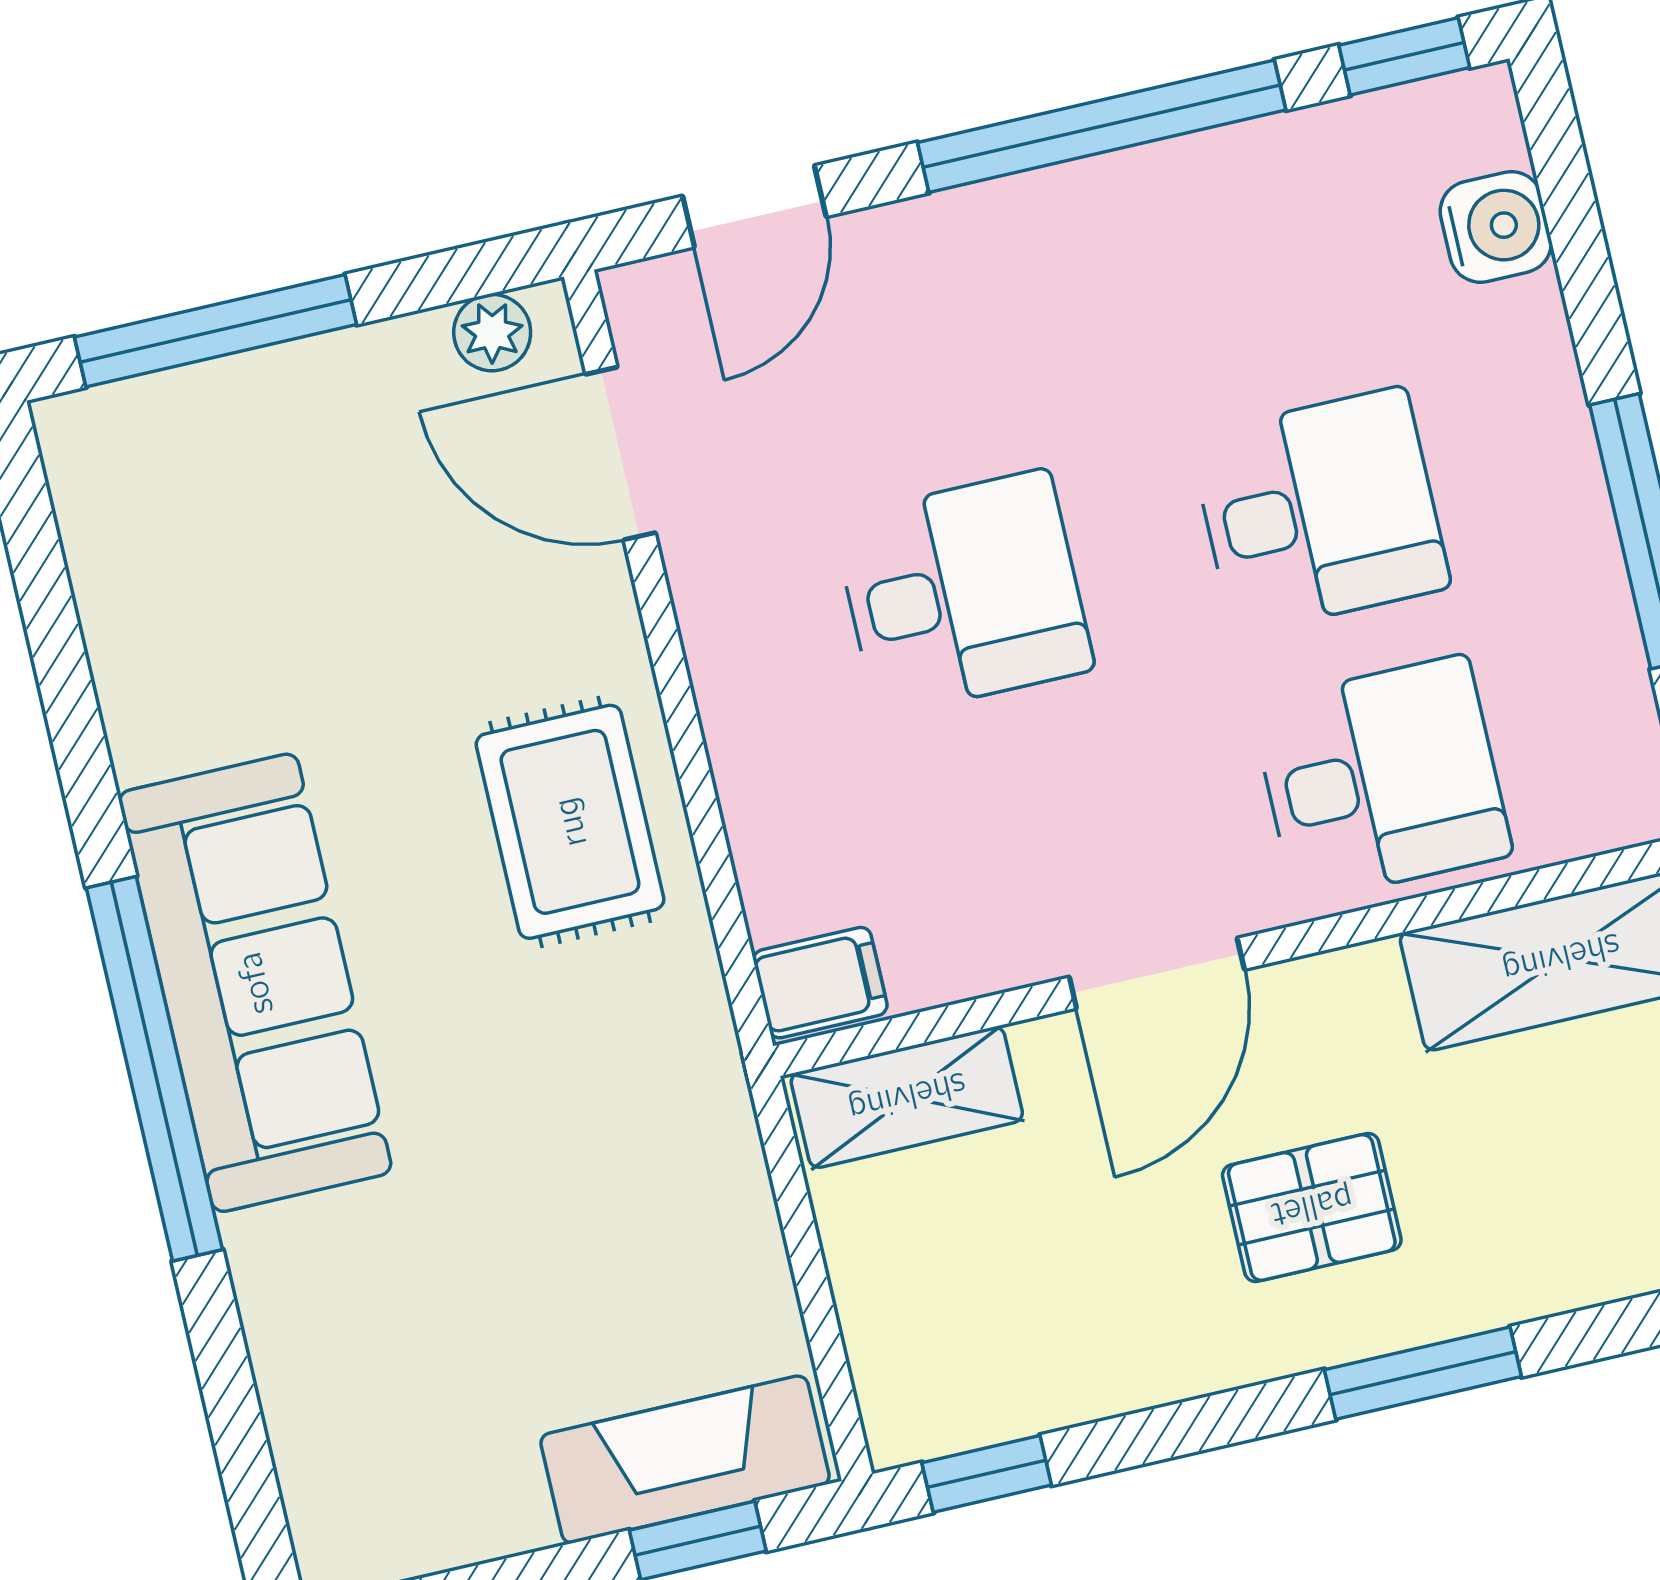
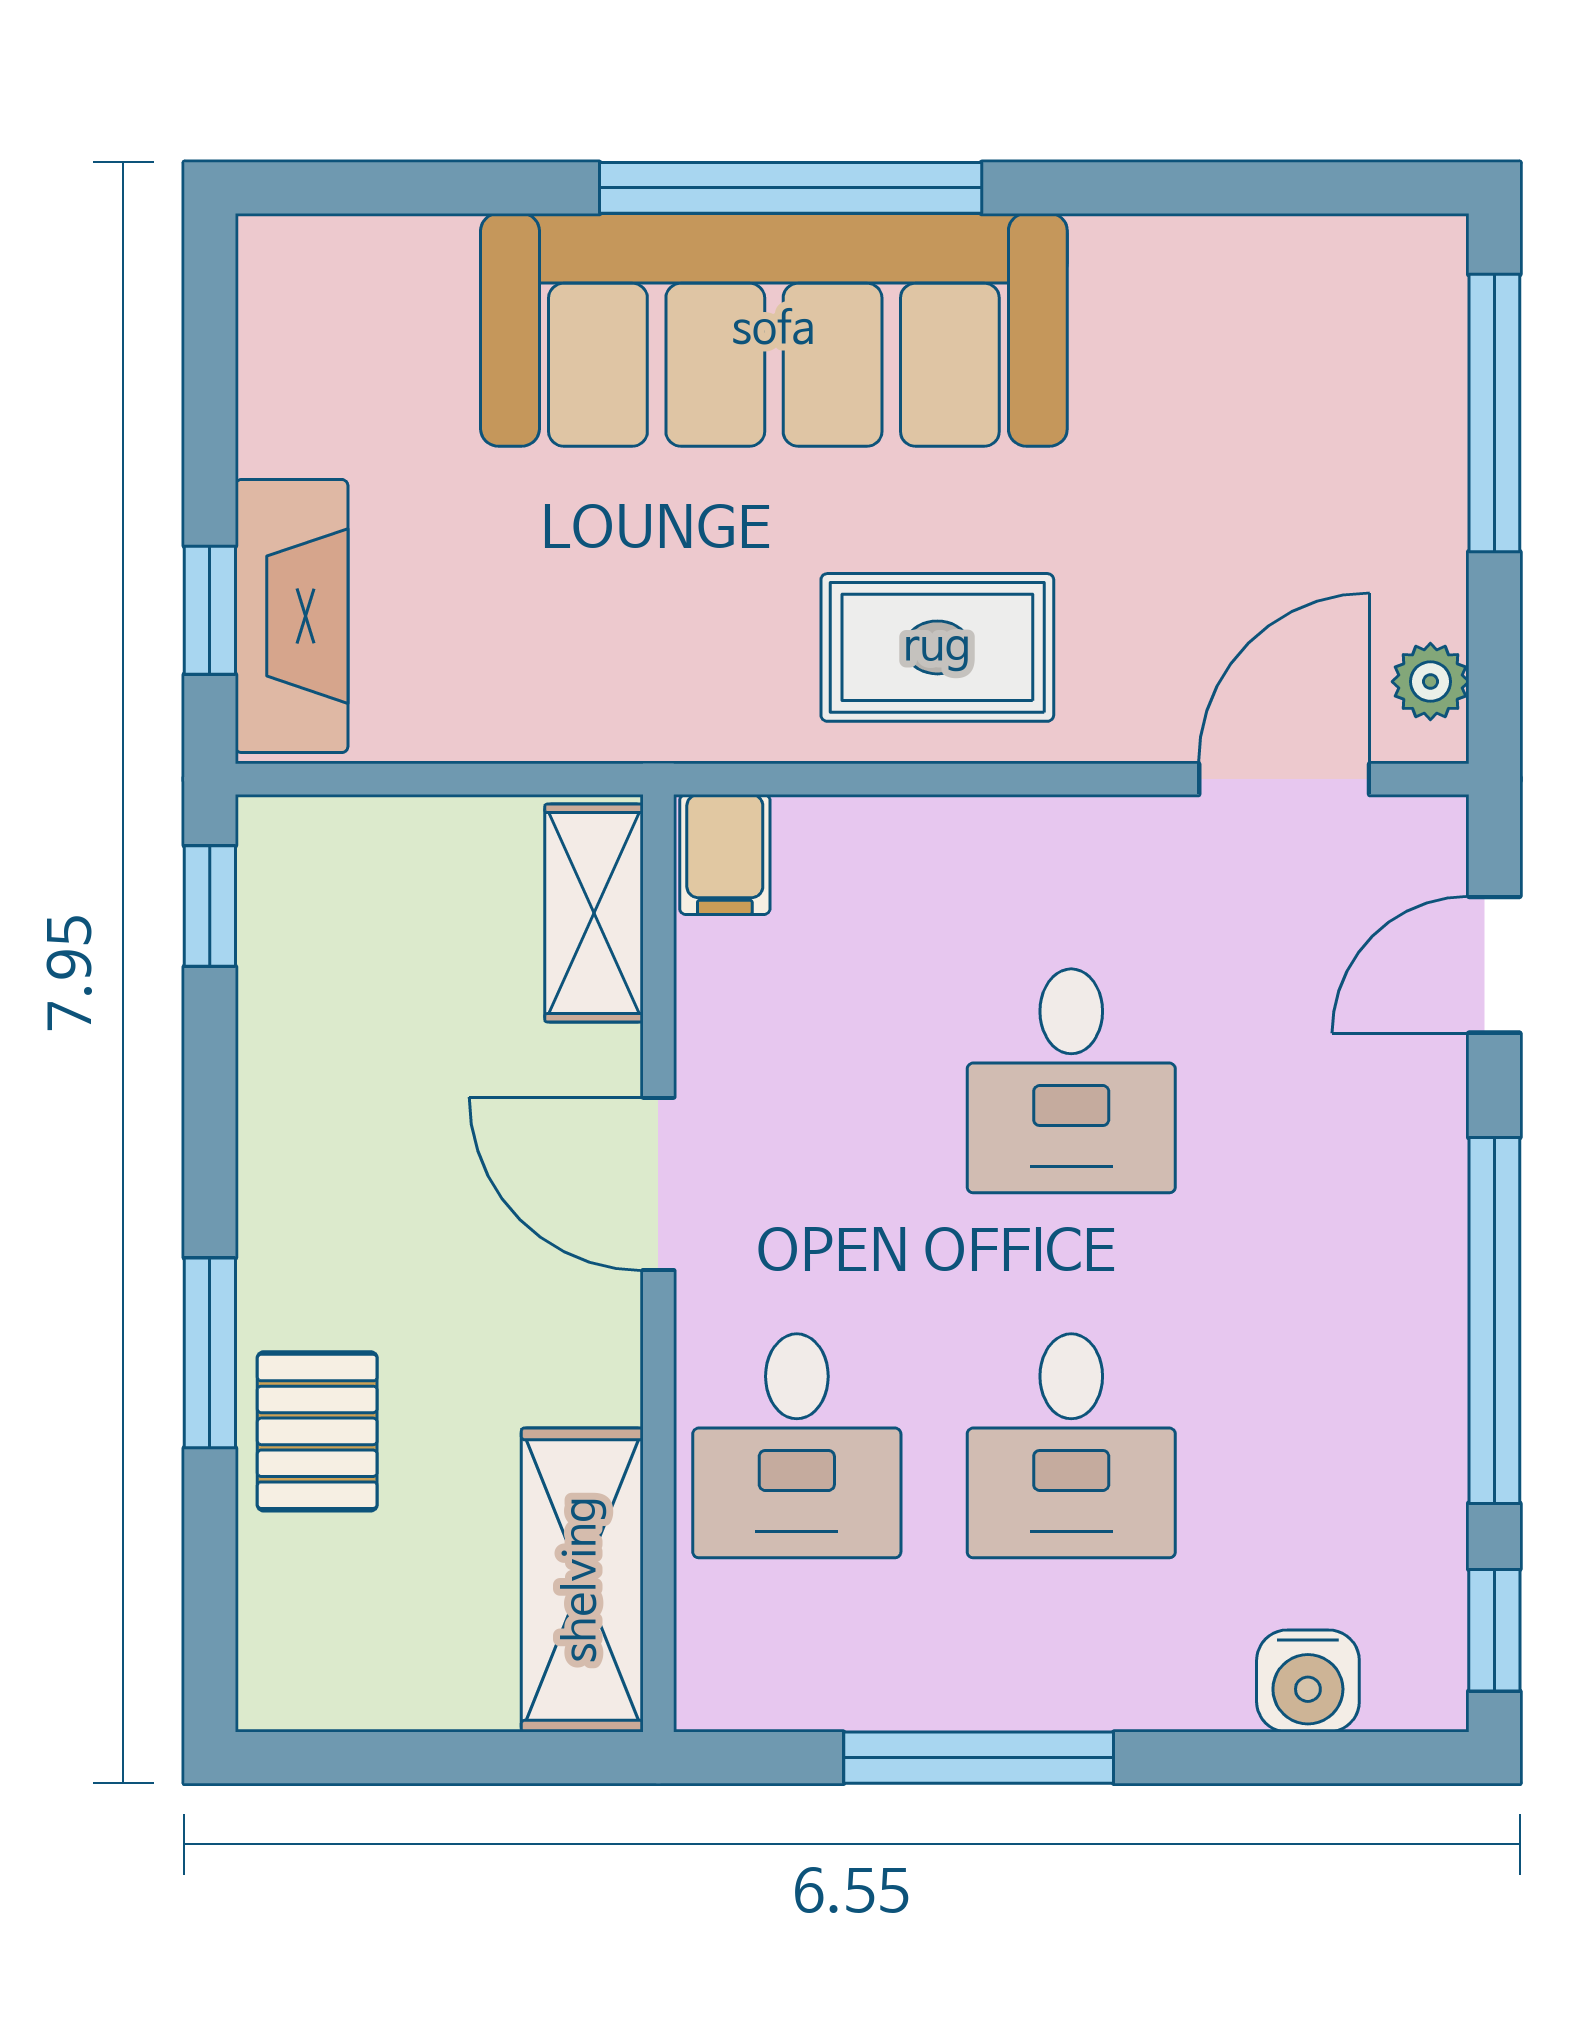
door: (754, 206) -> (1494, 965), hinge flipped
sofa: (255, 983) -> (774, 330), width x1.36, depth x1.27
pallet: (1312, 1207) -> (317, 1431), moved

